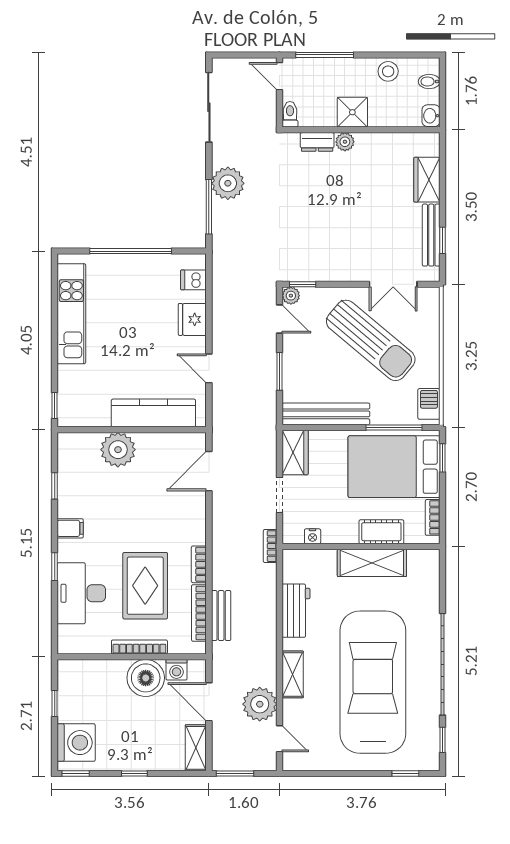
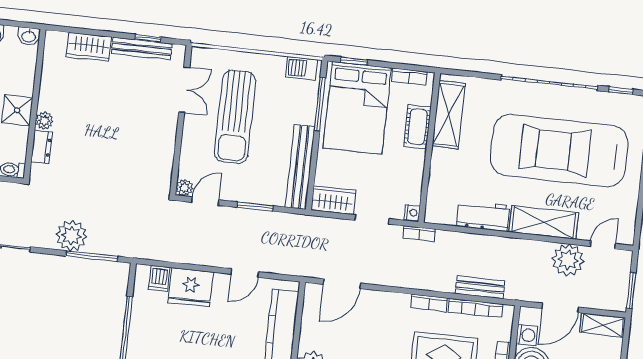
window: (303, 284) -> (175, 175), removed
fridge: (192, 319) -> (191, 287), width x1.36, depth x1.34
sun lounger: (371, 340) -> (235, 117), turned 140
door: (209, 471) -> (342, 284), hinge flipped
nightstand: (313, 536) -> (412, 213), moved
shelving: (372, 563) -> (449, 115), moved
shelving: (293, 674) -> (544, 222), width x1.50, depth x1.33

